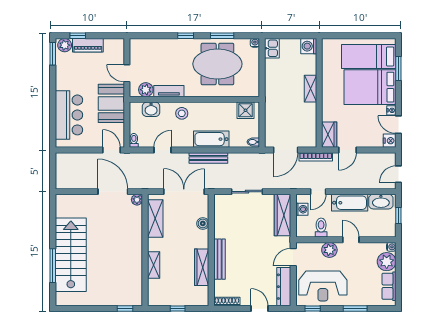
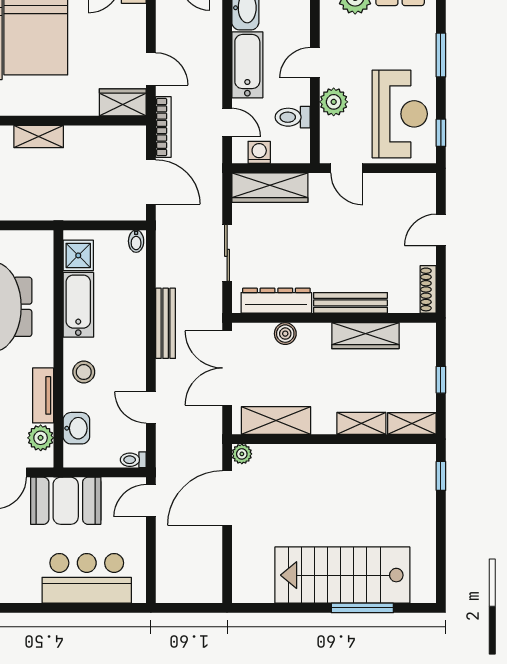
bathtub: (211, 139) -> (78, 305), moved, turned 180
dresser: (284, 287) -> (276, 301), moved, turned 180
shelving: (154, 293) -> (412, 424), added

